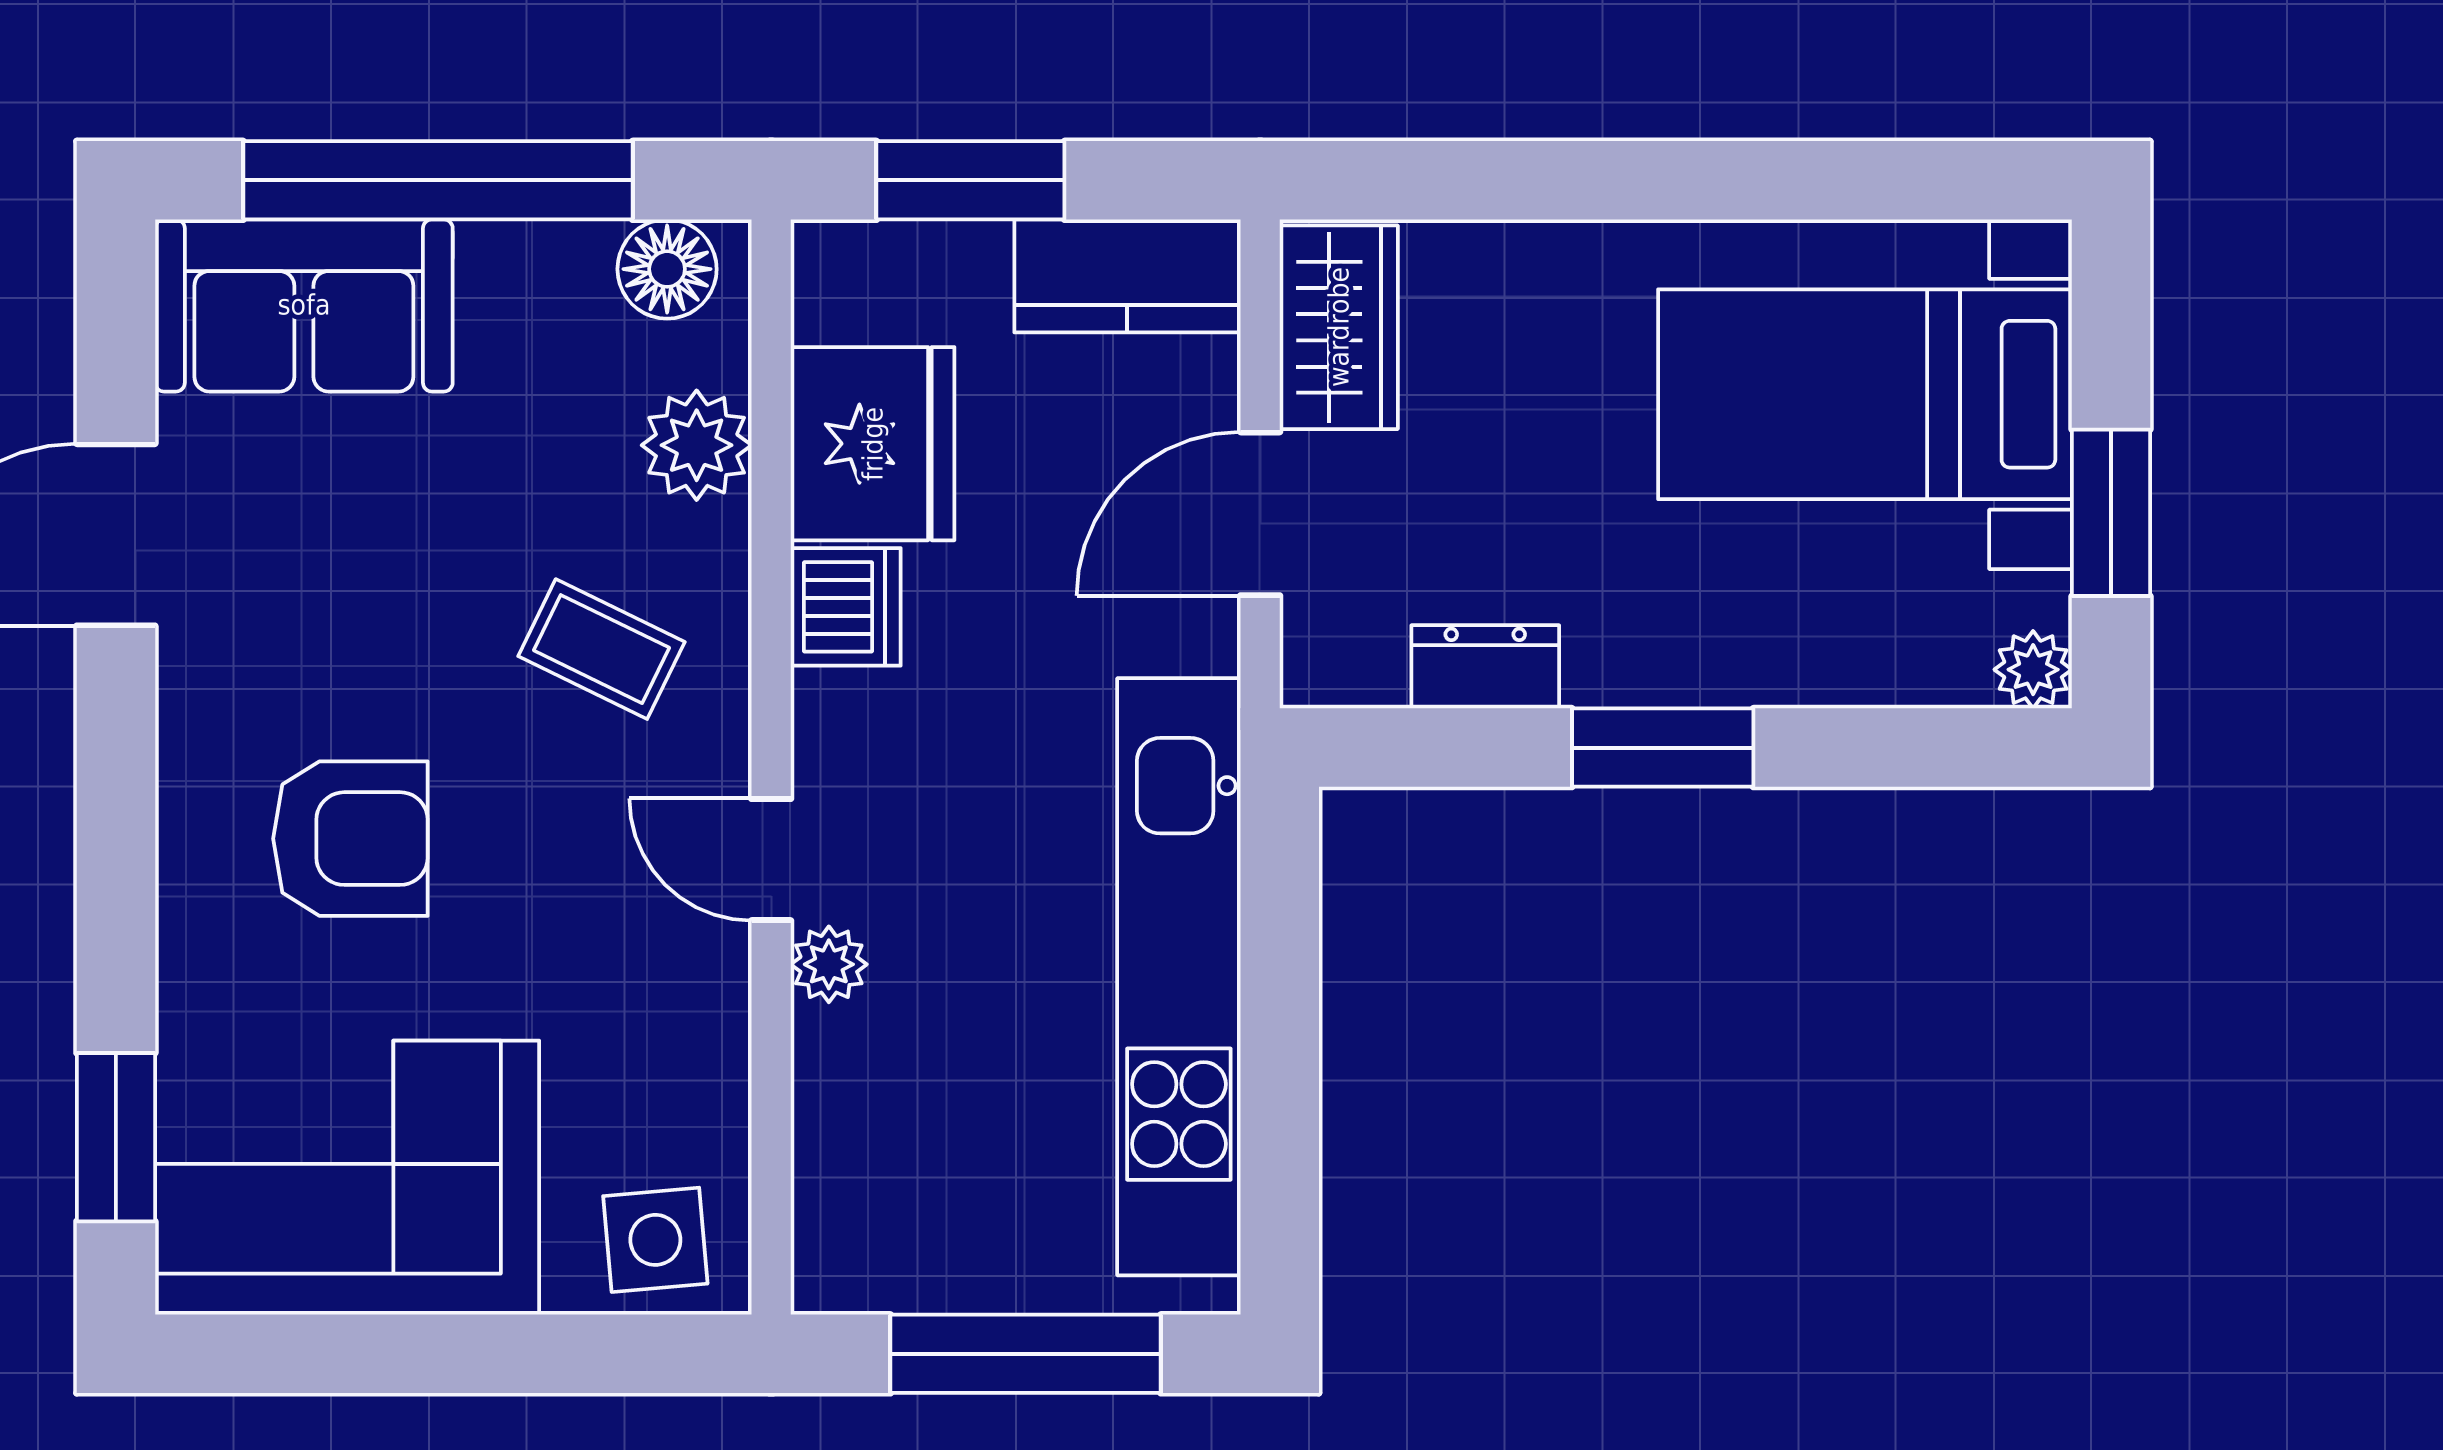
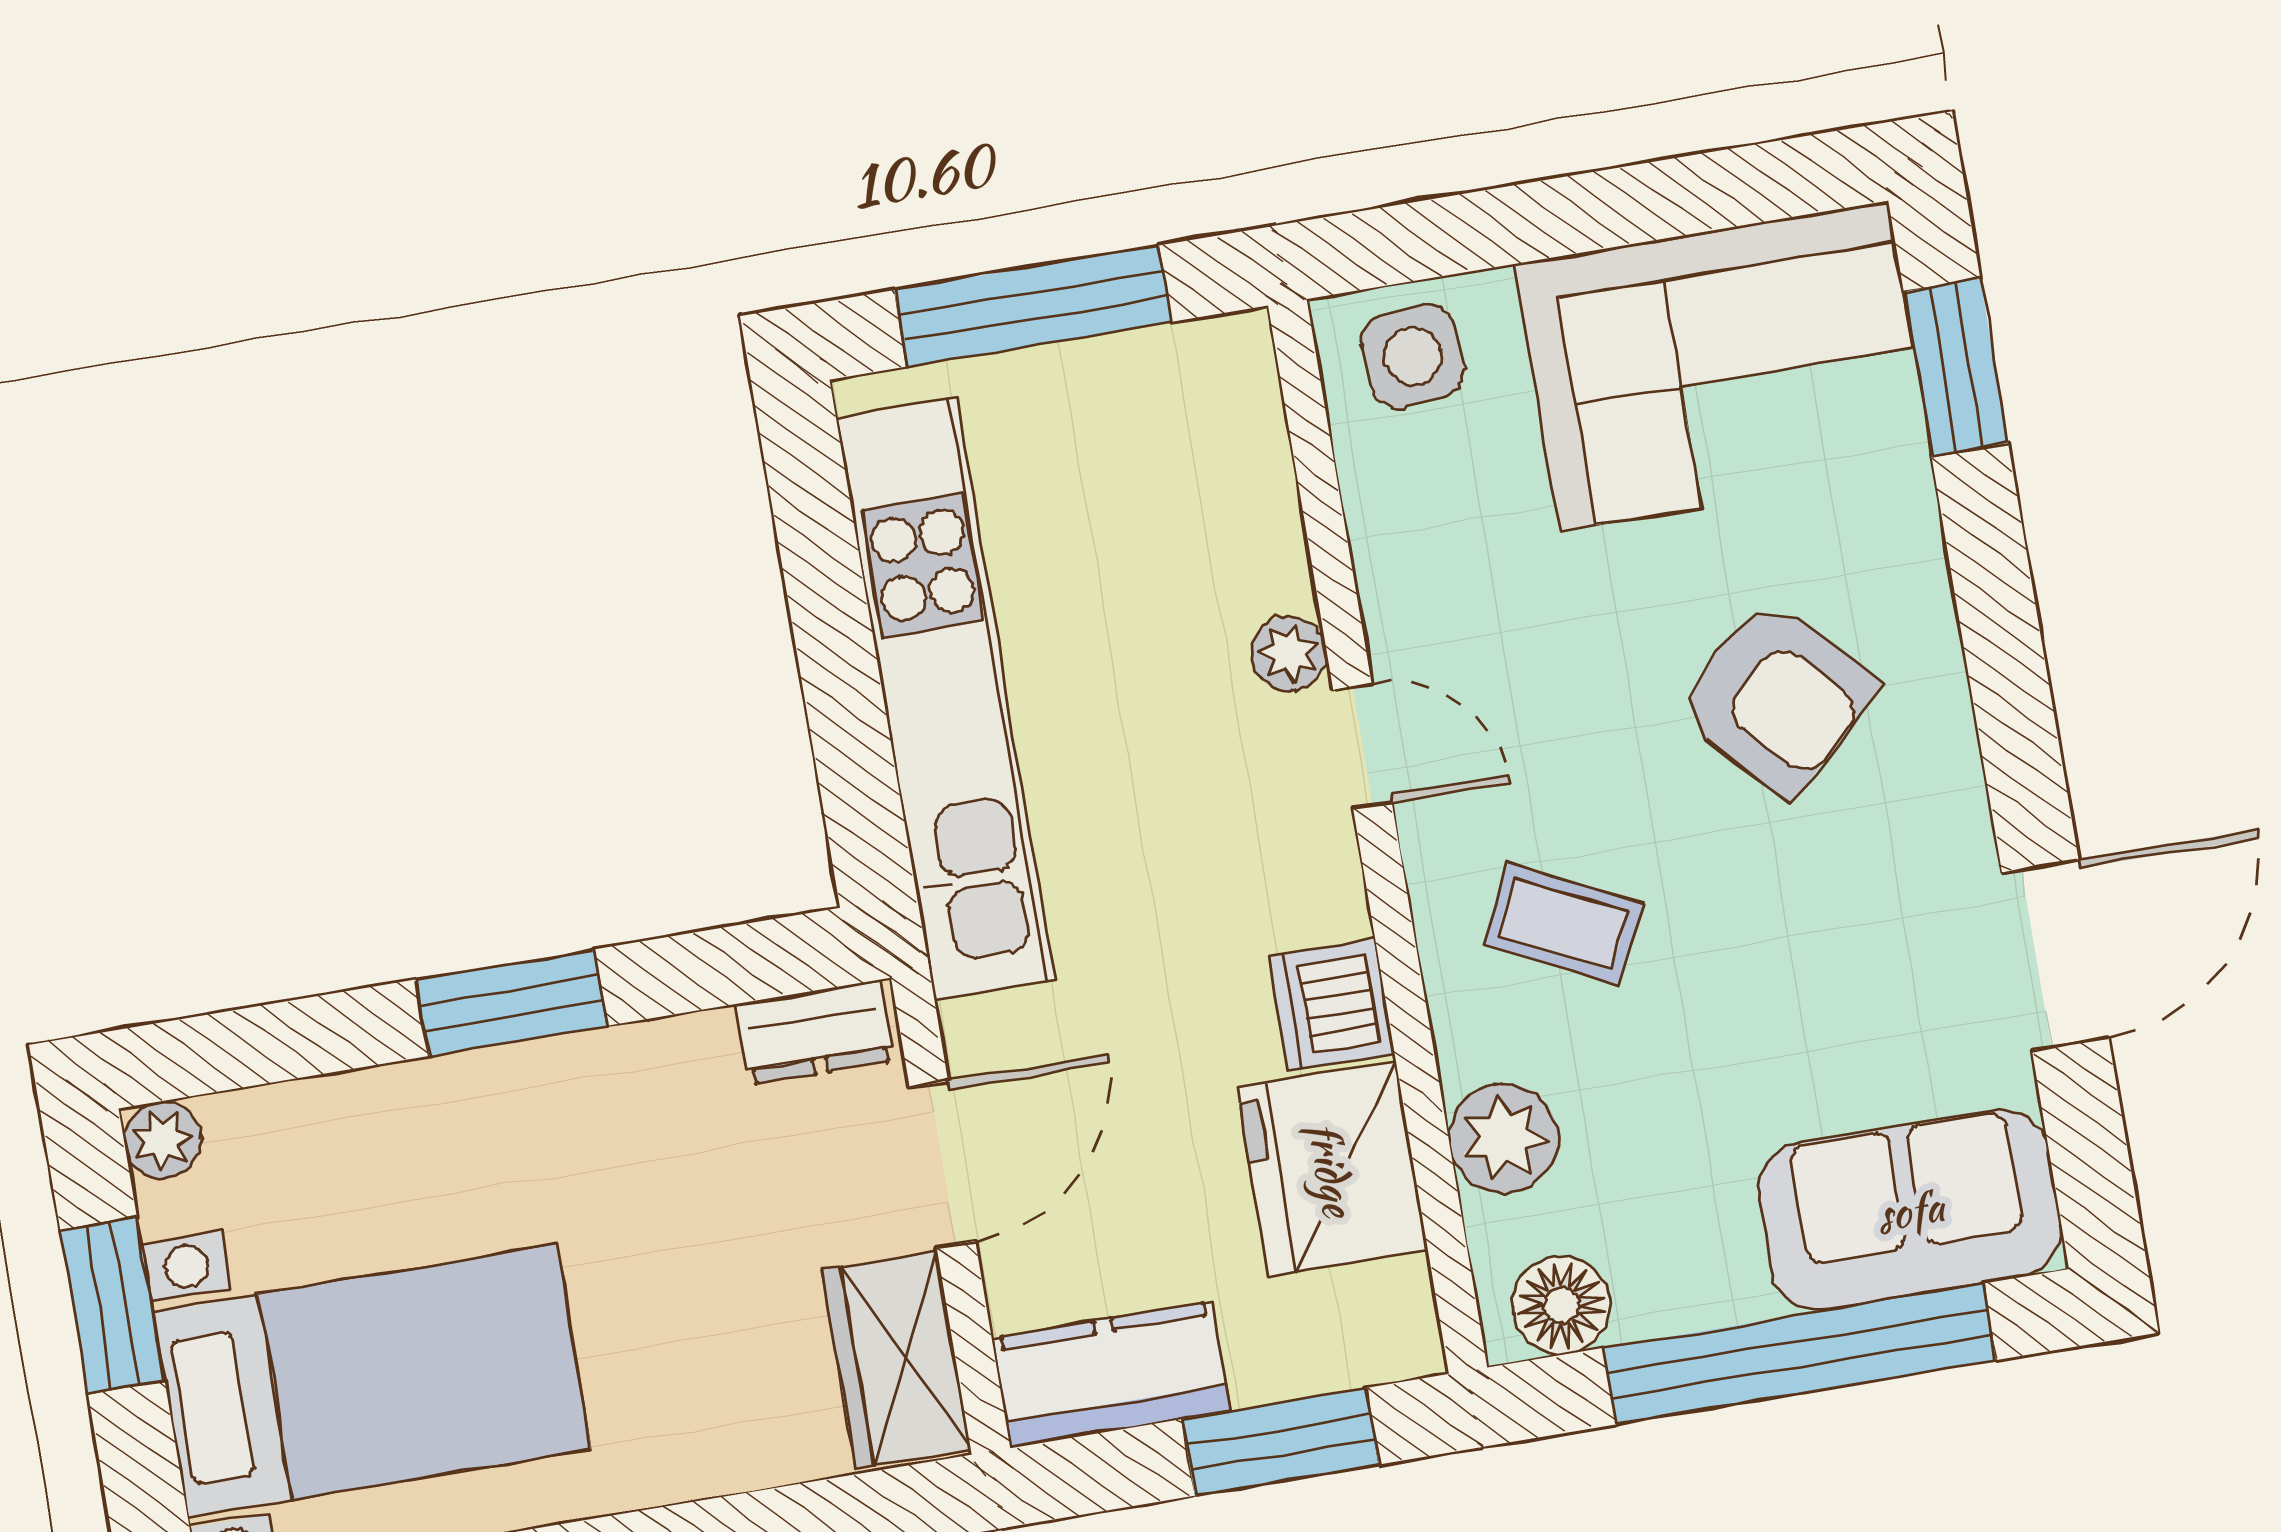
dresser: (1485, 667) -> (815, 1032), moved
armchair: (350, 839) -> (1776, 697), turned -133

